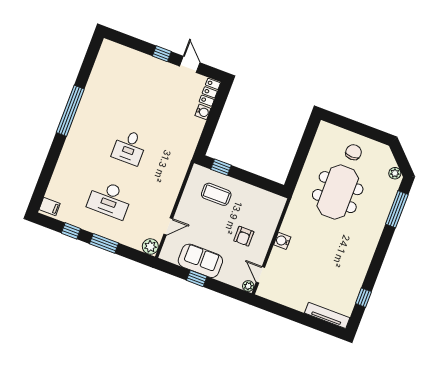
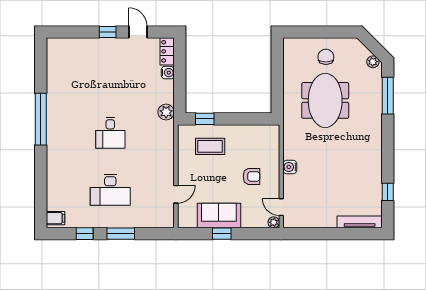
armchair: (244, 236) -> (251, 176), turned -90
plant: (150, 246) -> (166, 112), moved

